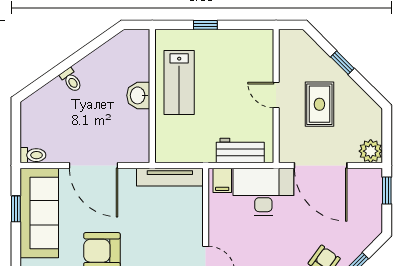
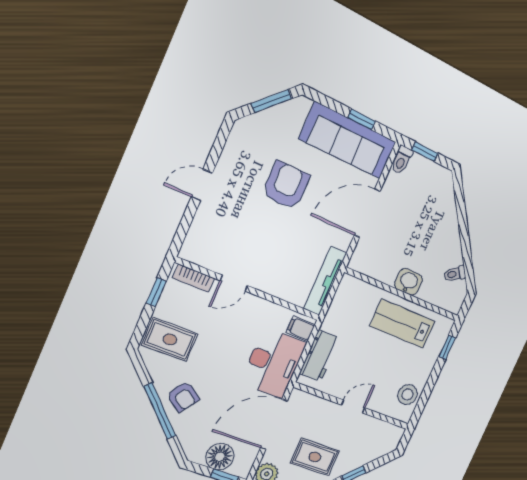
window: (205, 25) -> (447, 347), moved
stool: (245, 44) -> (408, 395), added
toilet: (71, 80) -> (455, 274), moved
rug: (319, 104) -> (315, 457), moved
window: (16, 136) -> (425, 152), added
floor lamp: (369, 203) -> (220, 457), added

